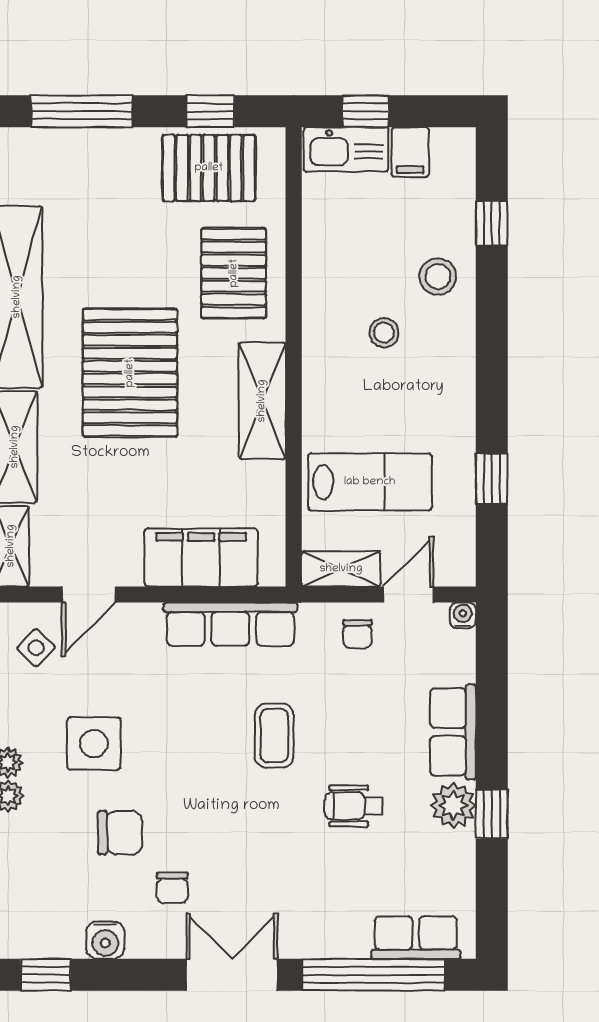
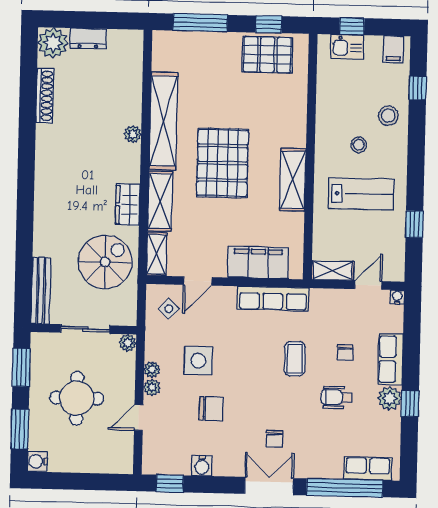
kitchen sink: (346, 149) -> (347, 47), width x0.73
filing cabinet: (410, 152) -> (393, 49), moved
pallet: (234, 273) -> (279, 111), removed
lab bench: (370, 482) -> (361, 194), moved
chair: (357, 634) -> (345, 353), moved
chair: (172, 888) -> (275, 439), moved

